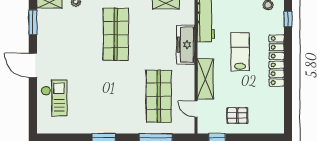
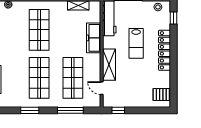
lab bench: (240, 52) -> (136, 43), turned 180
shop shelf: (116, 96) -> (39, 78), added
pallet: (237, 116) -> (161, 95), moved

